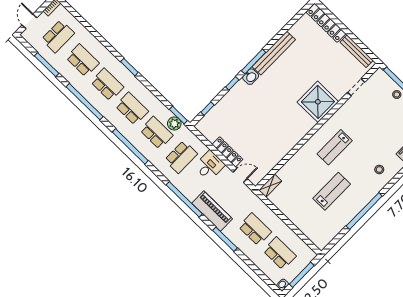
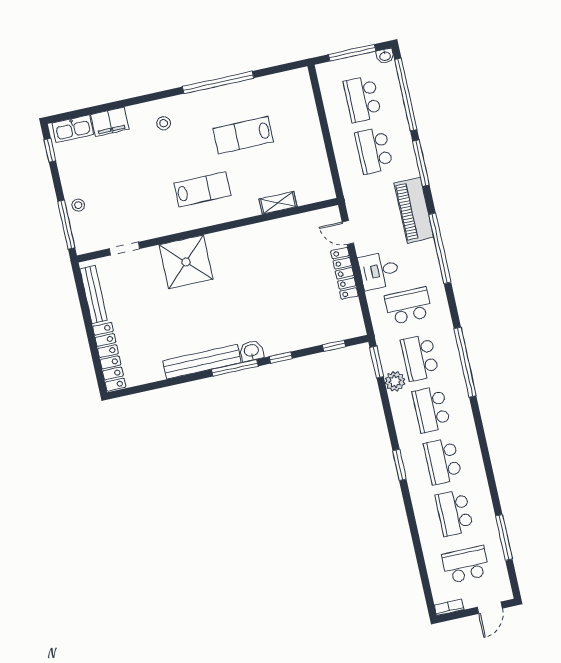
window: (85, 102) -> (406, 95), moved
plant: (174, 124) -> (395, 381), moved
shelving: (270, 186) -> (278, 203), moved

